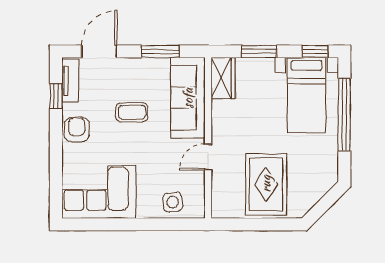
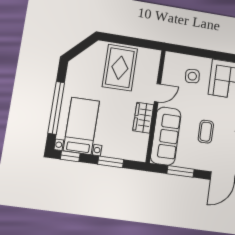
wardrobe: (223, 78) -> (143, 118), moved
coffee table: (132, 112) -> (206, 132), turned 90
side table: (173, 202) -> (192, 76), moved

